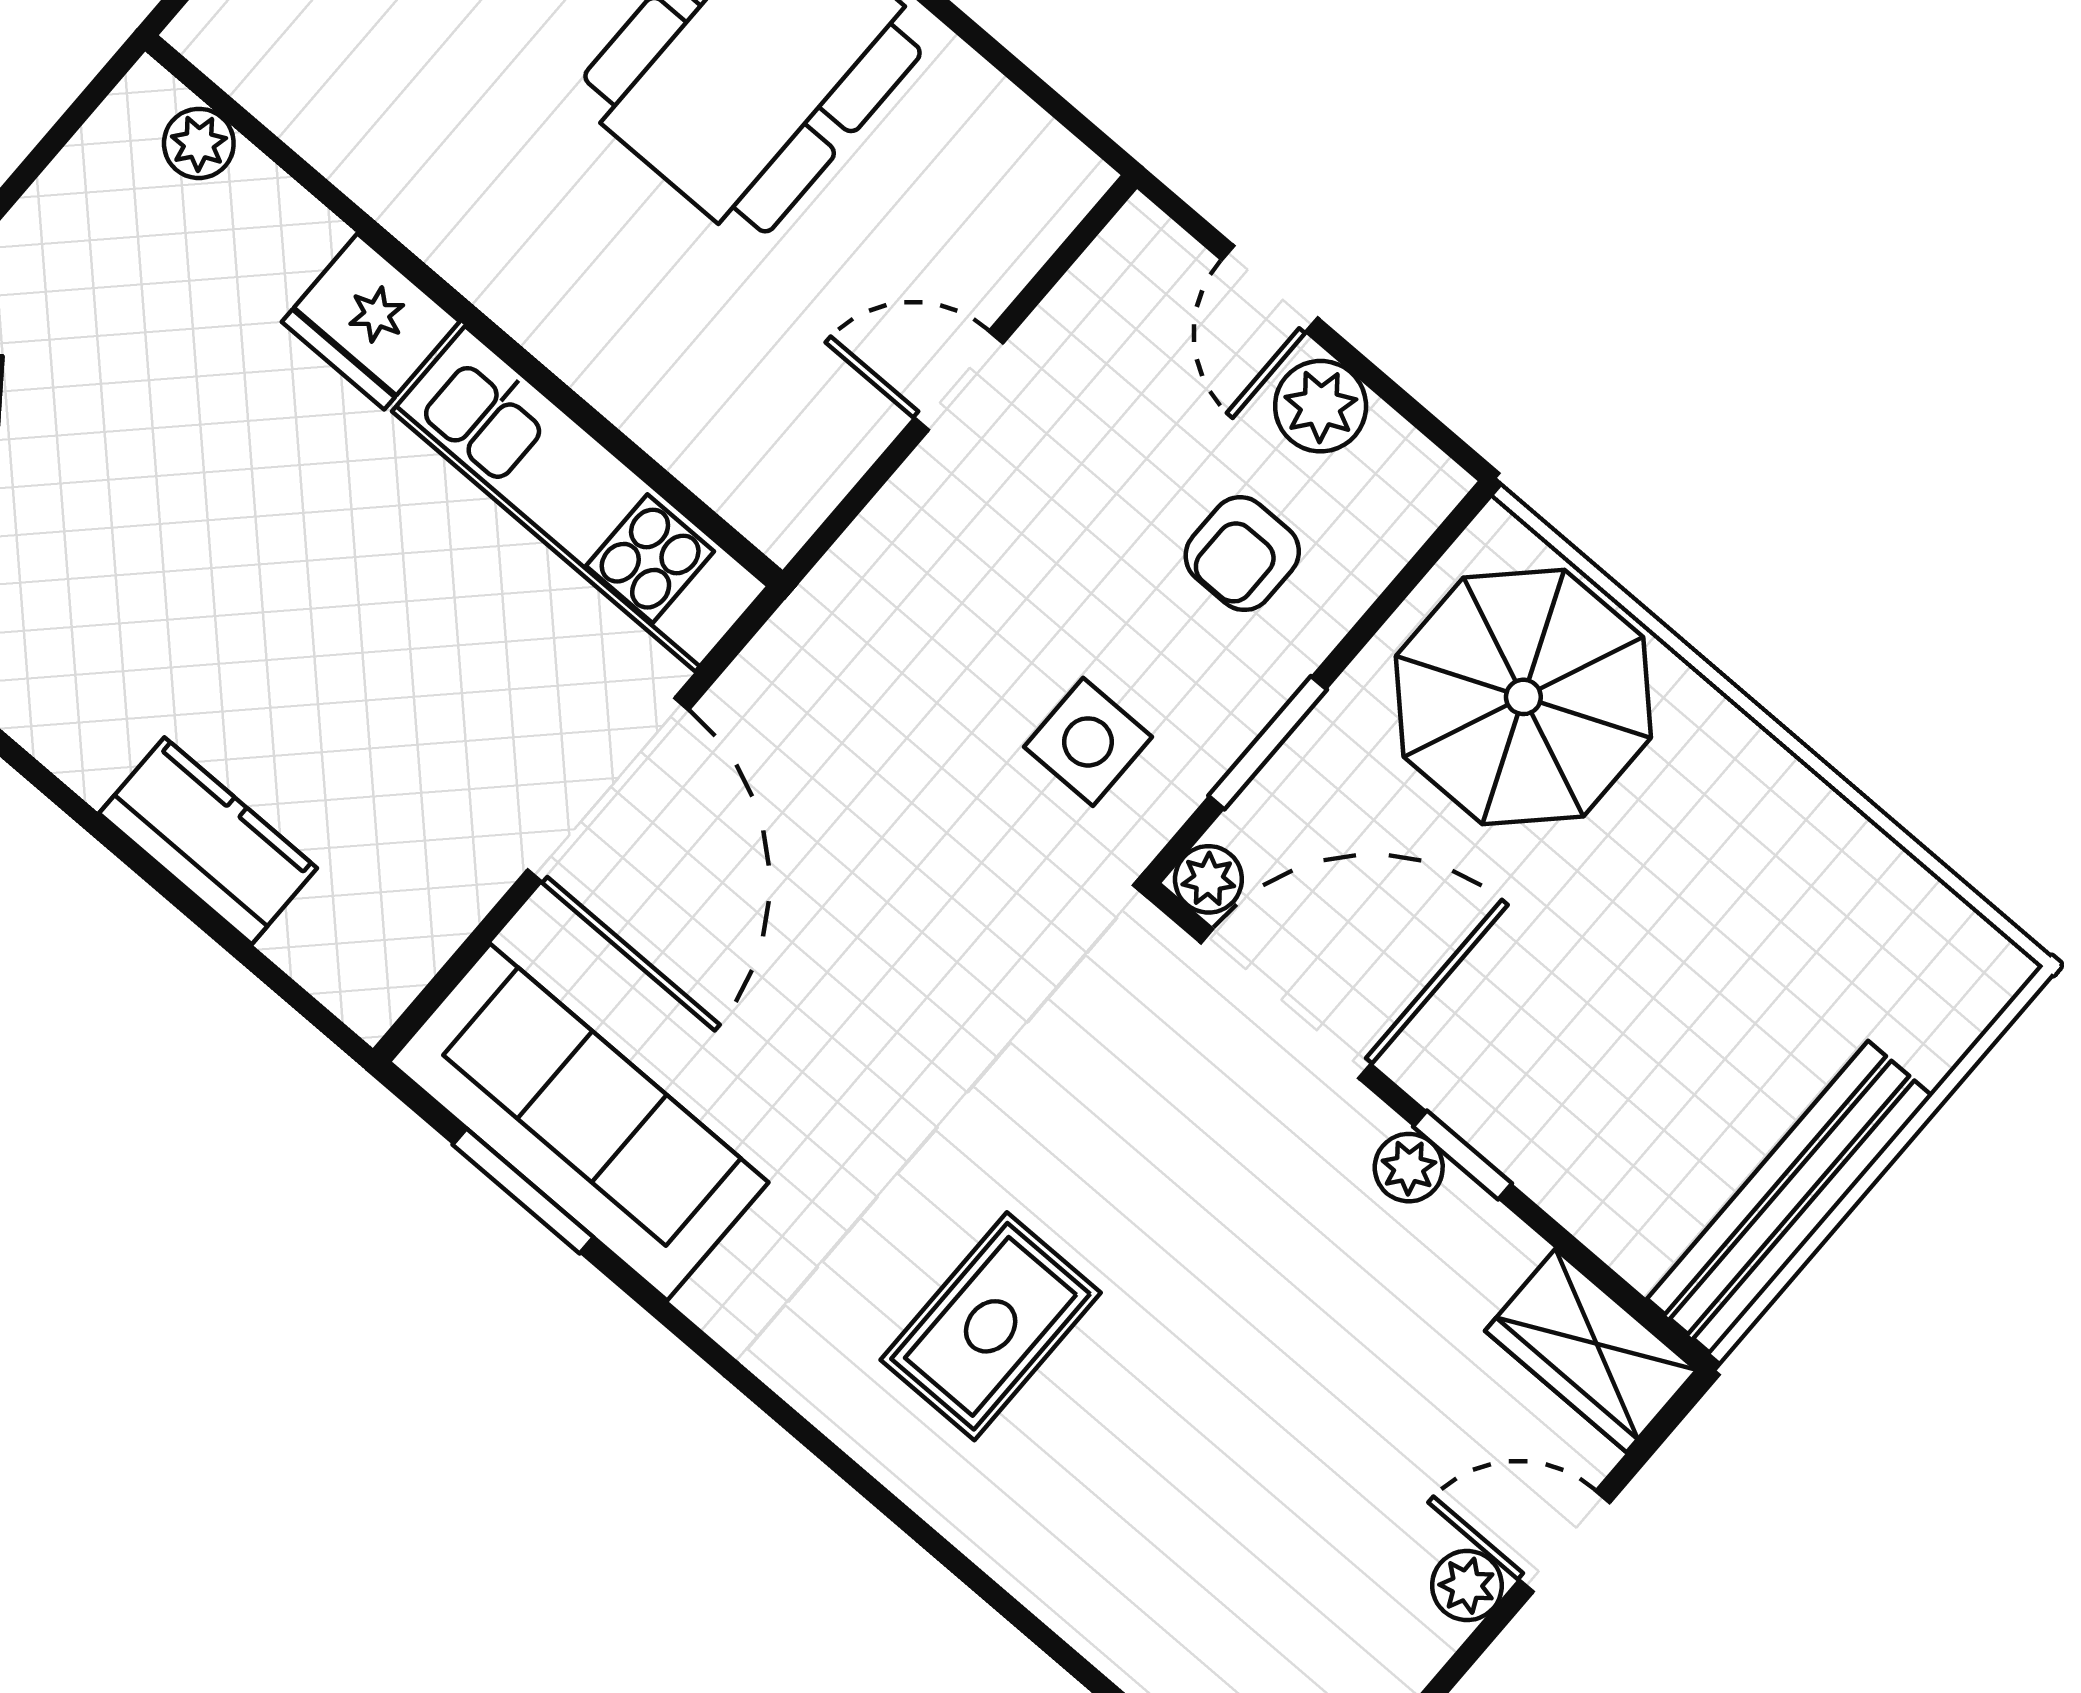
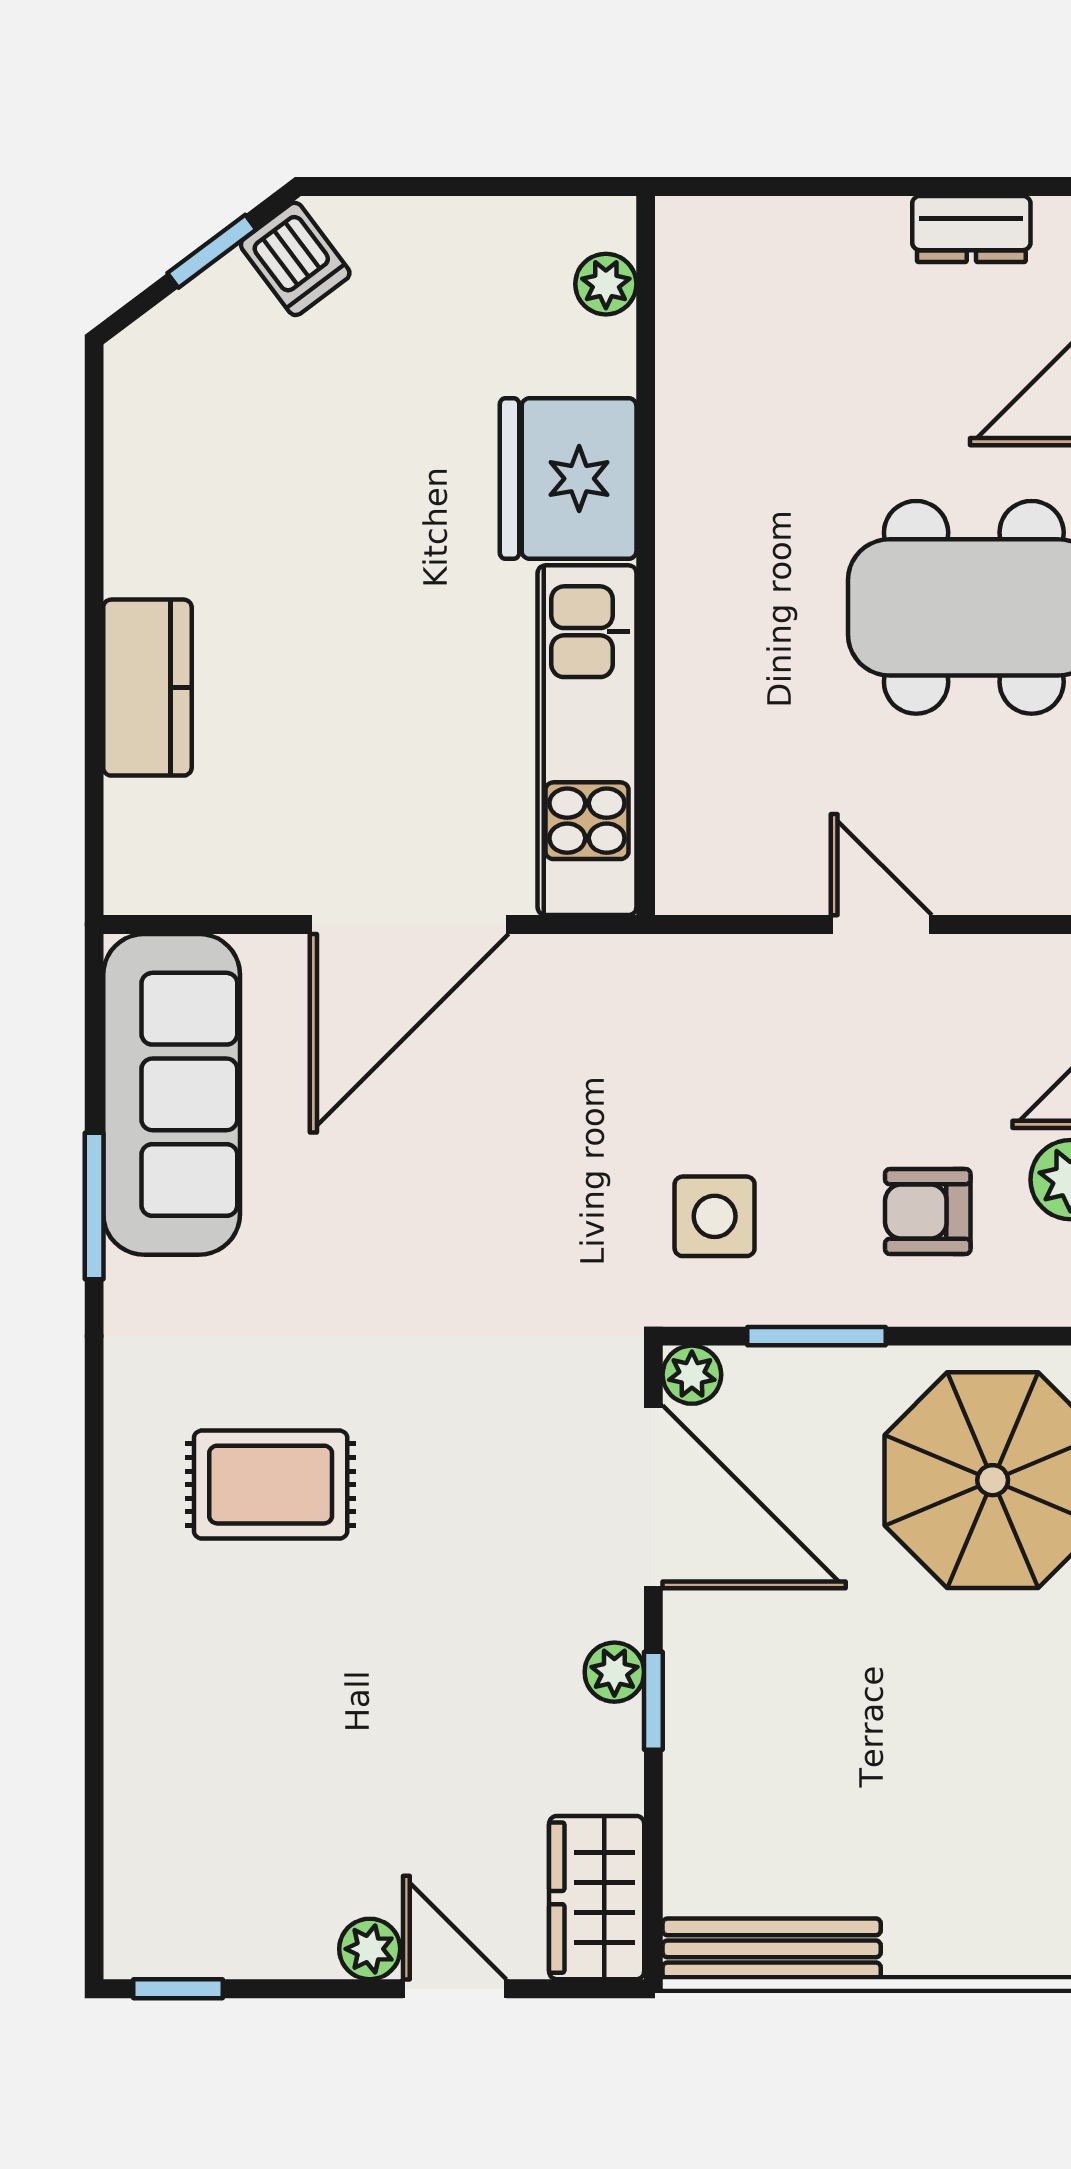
fridge: (371, 322) -> (568, 479), width x1.36, depth x1.34
window: (523, 1191) -> (94, 1206), moved
bench: (1790, 1197) -> (772, 1949), width x0.73, depth x0.82

